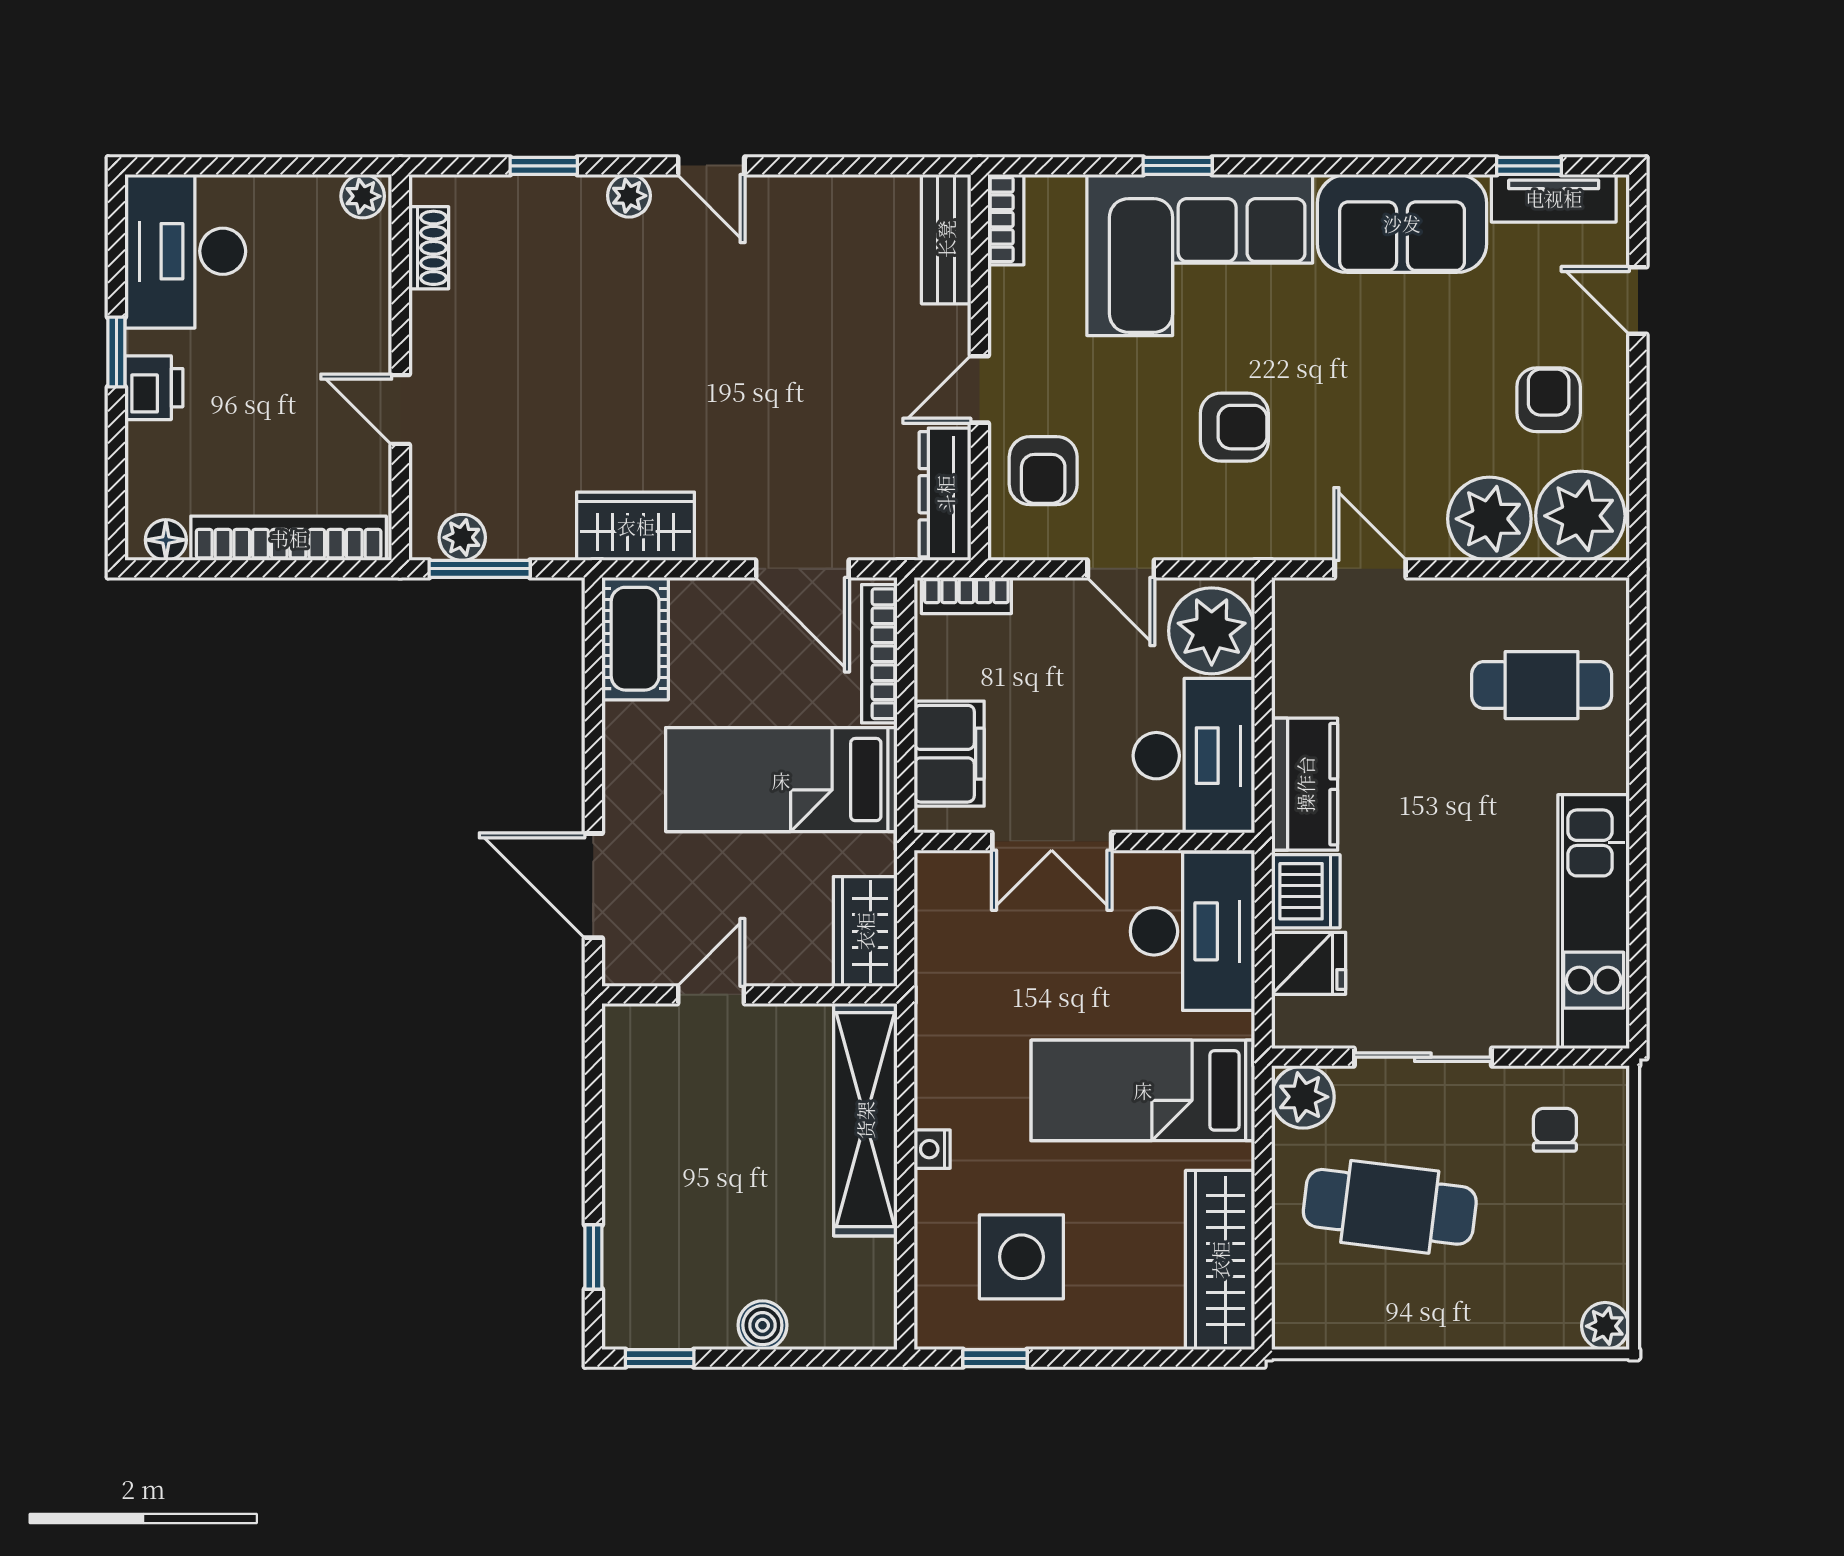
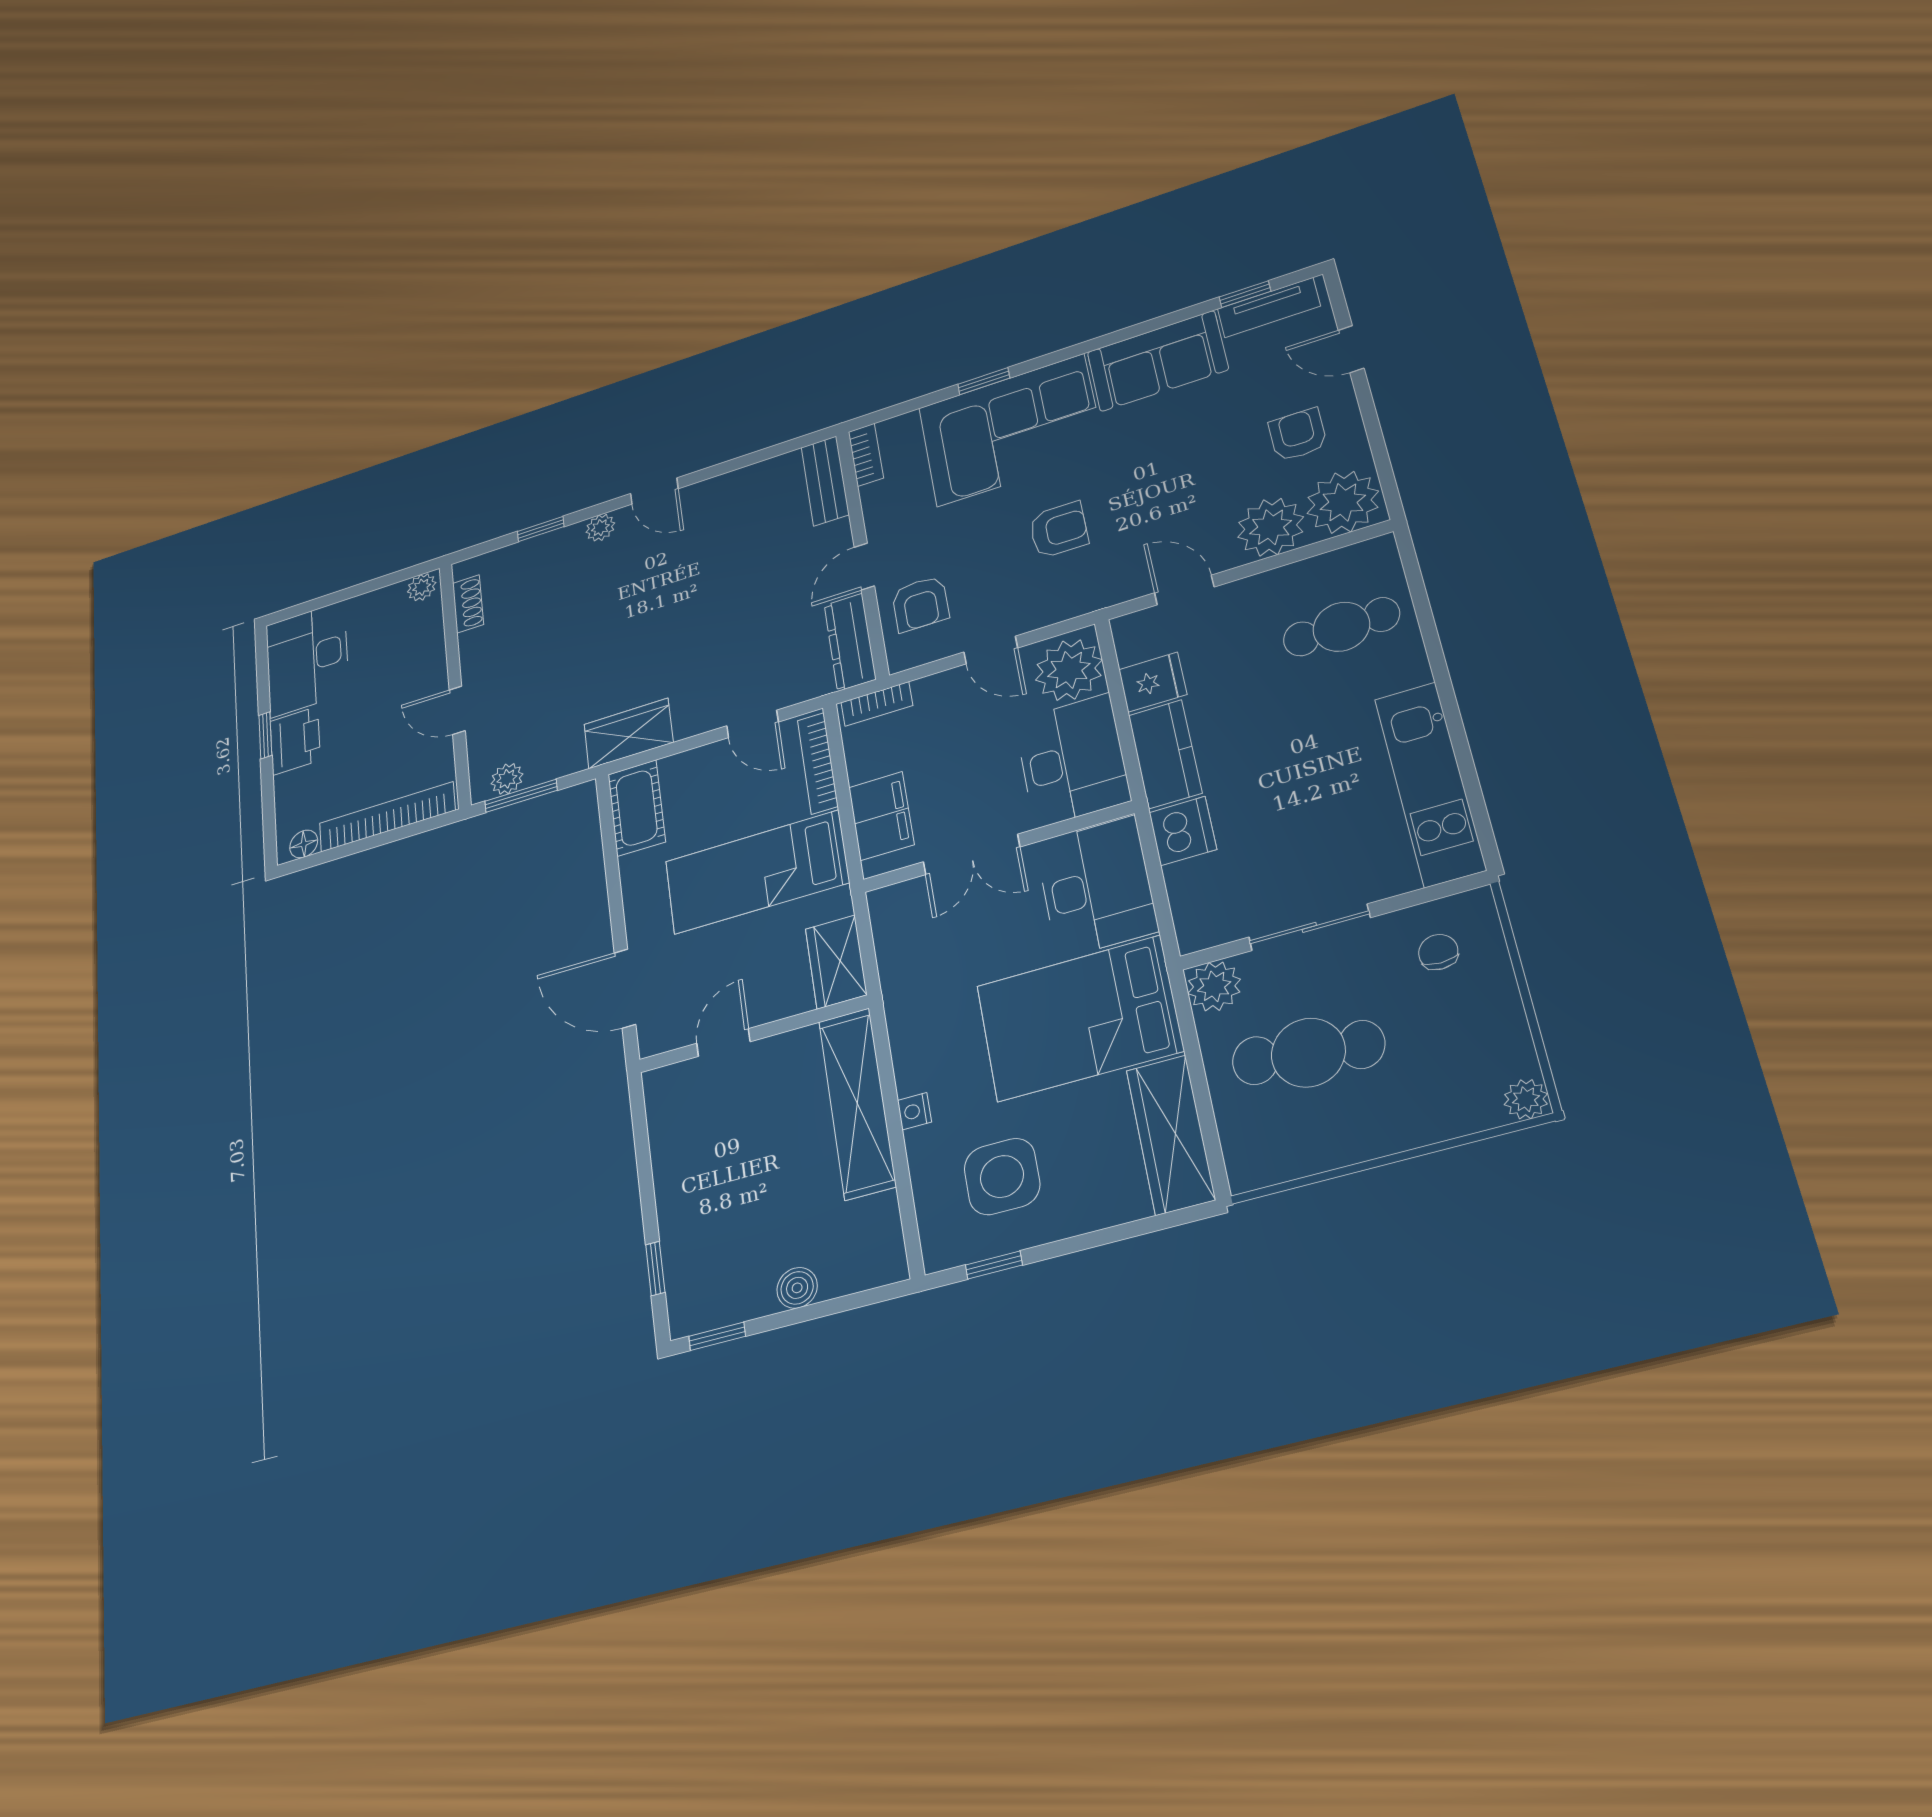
printer: (154, 388) -> (295, 741), width x1.36, depth x1.24
door: (802, 569) -> (753, 724), width x0.73
fridge: (1309, 963) -> (1153, 682), moved
bed: (1143, 1090) -> (1079, 1018), width x1.50

